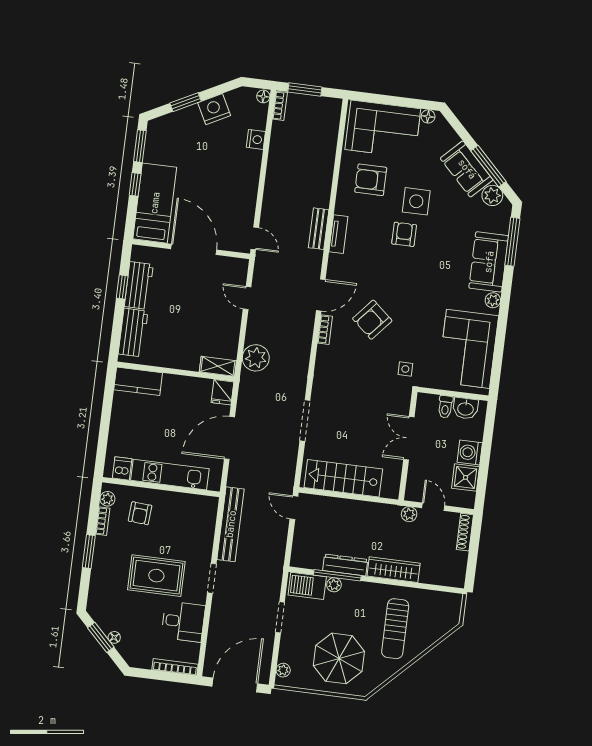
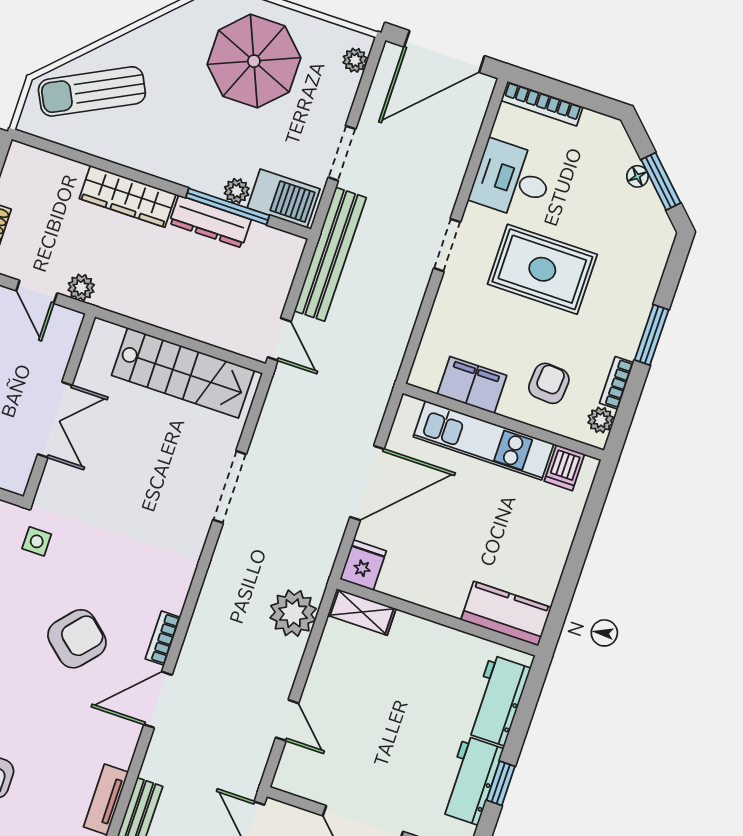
filing cabinet: (182, 504) -> (472, 385), added
bench: (231, 524) -> (330, 254), moved
sun lounger: (395, 629) -> (92, 91), moved, turned -117

